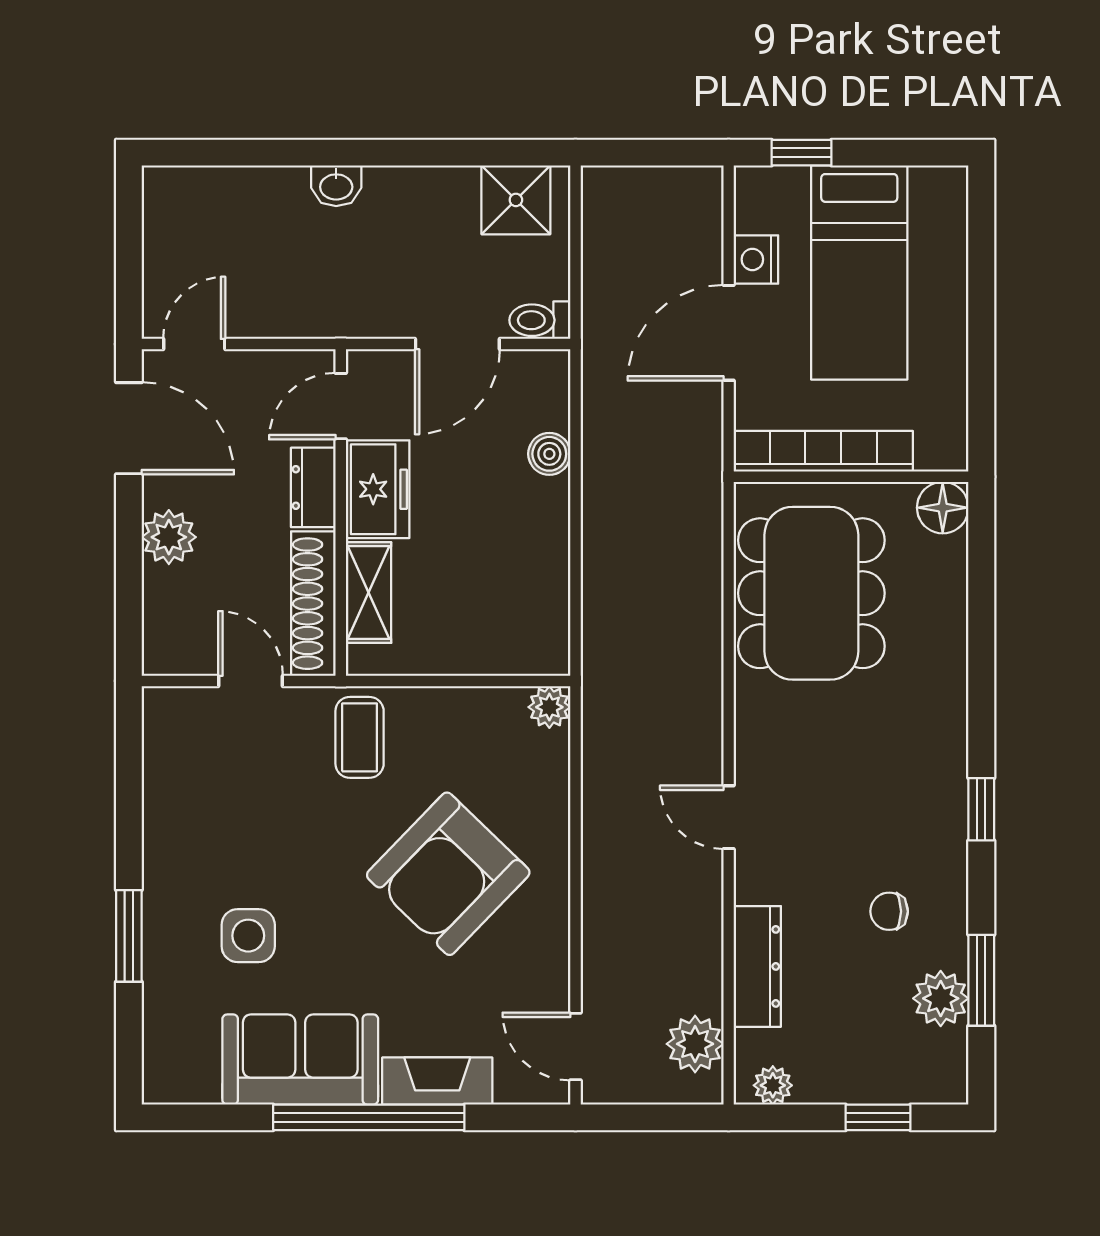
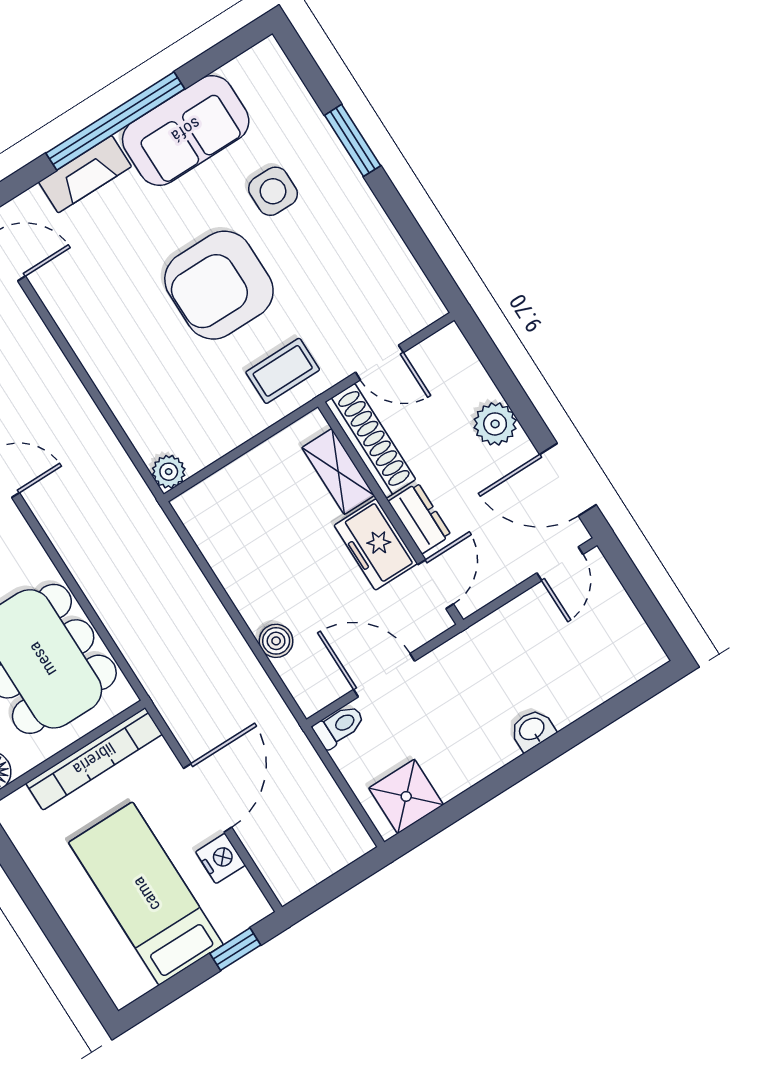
door: (457, 344) -> (384, 675), hinge flipped
coffee table: (360, 737) -> (283, 371), turned 90
armchair: (448, 874) -> (219, 285), moved, turned -134

